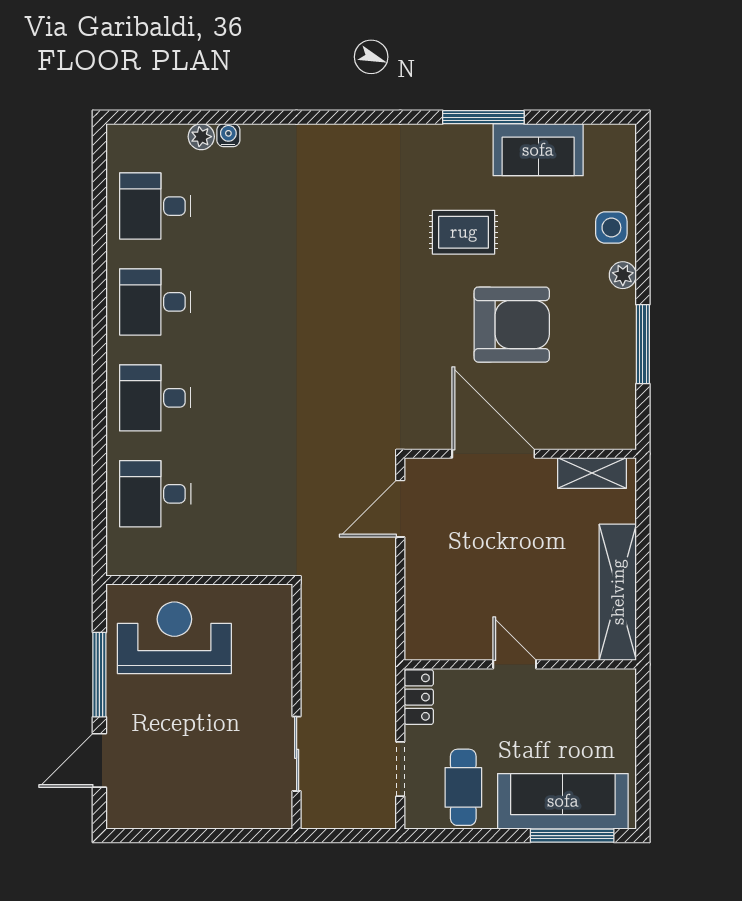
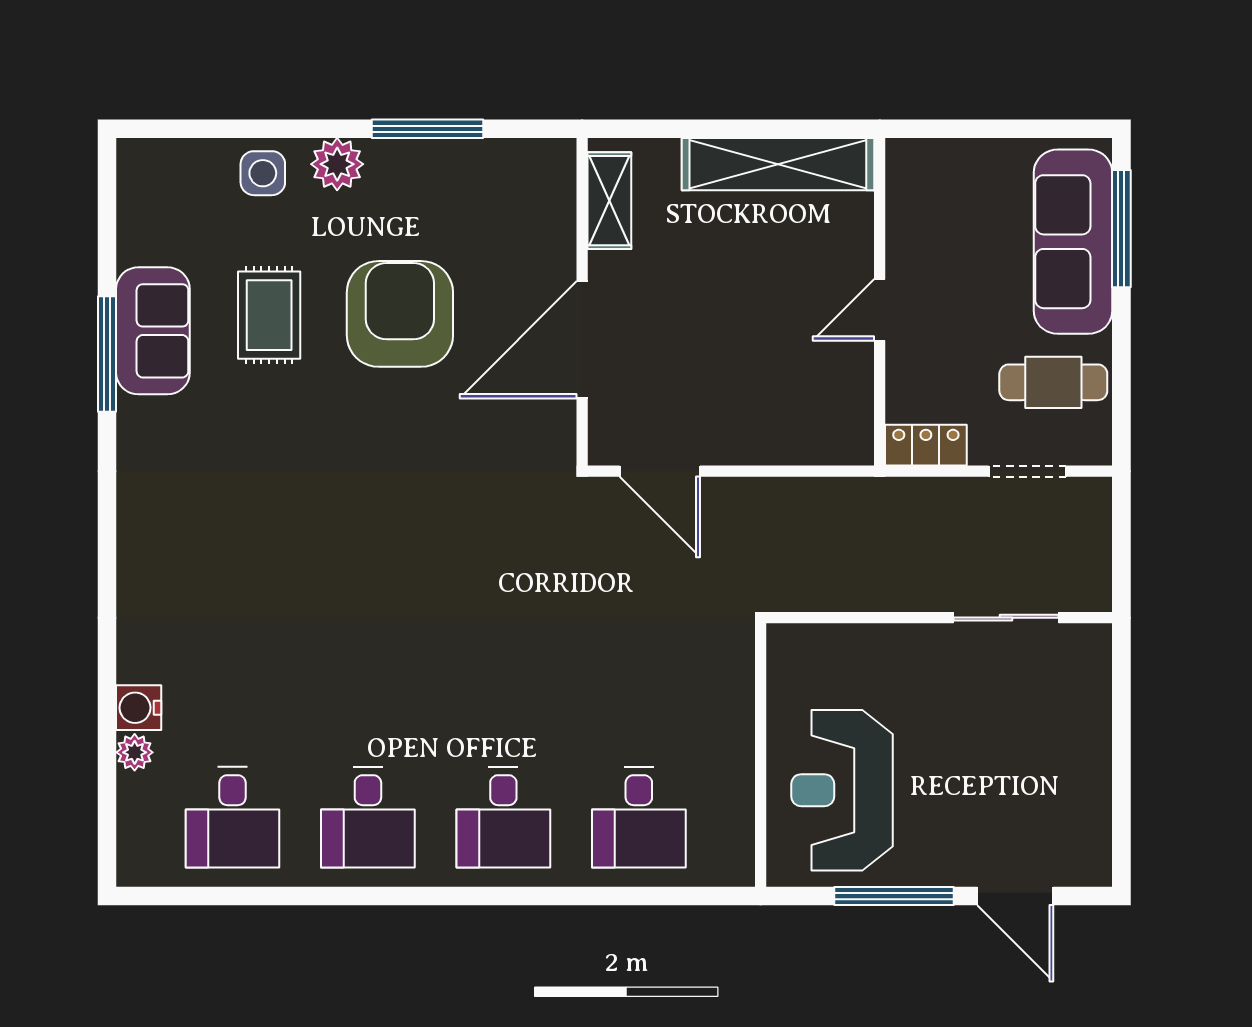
water cooler: (228, 135) -> (139, 708), width x1.38, depth x1.38
sofa: (538, 150) -> (153, 331), moved
rug: (464, 232) -> (269, 315), moved
plant: (623, 275) -> (337, 164), width x1.38, depth x1.38

